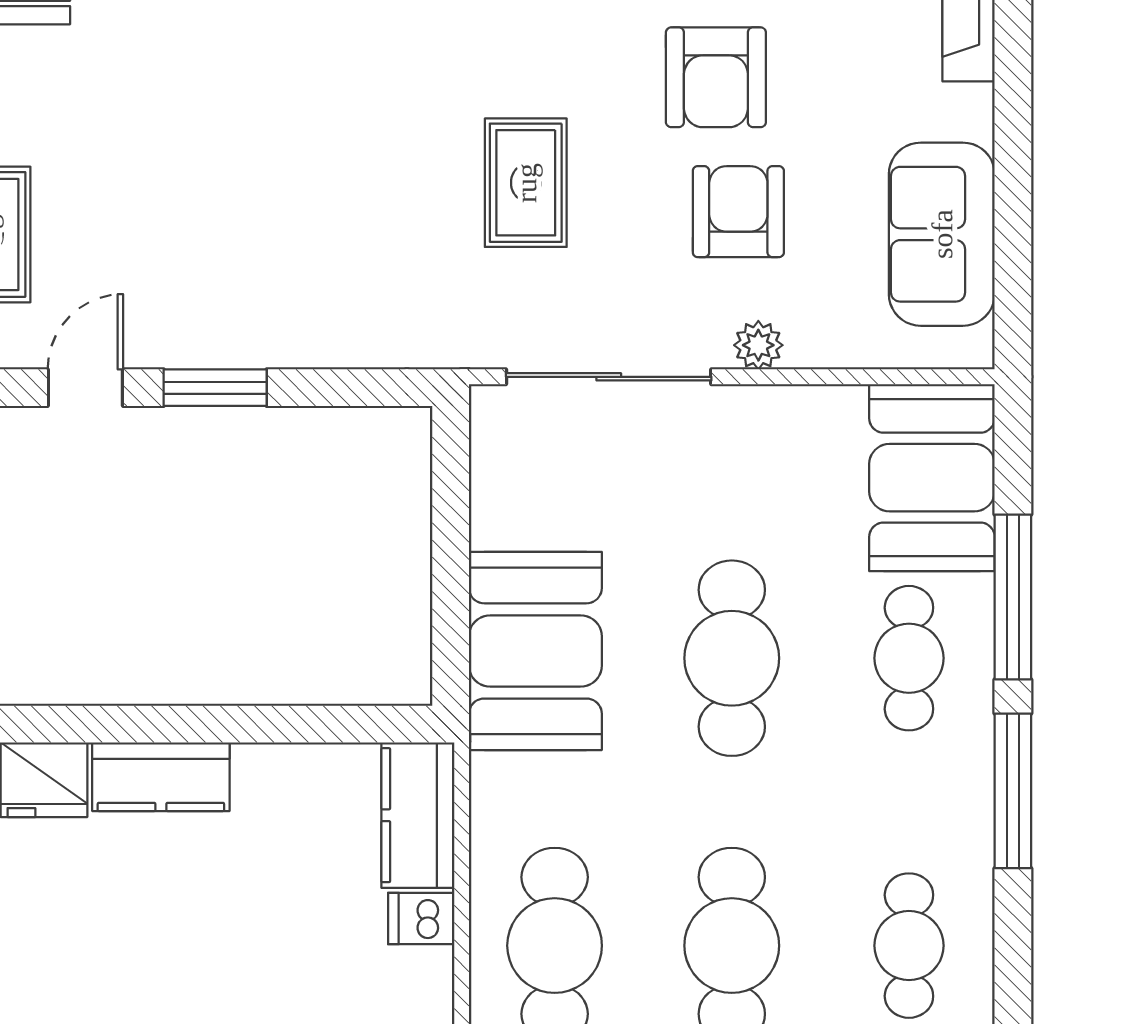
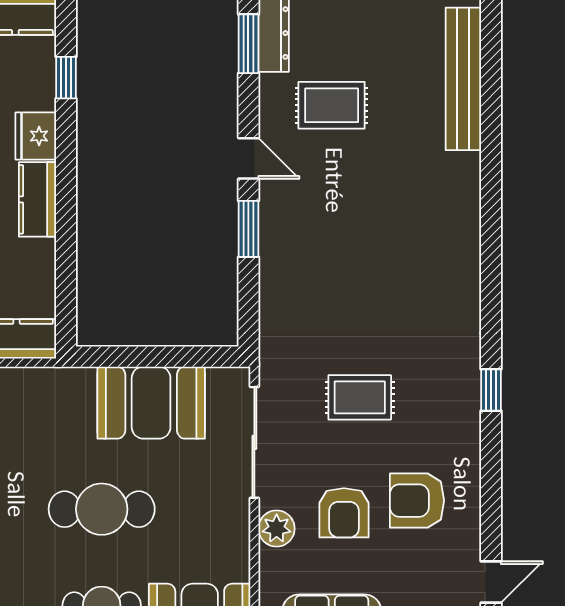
armchair: (738, 212) -> (344, 513), turned 90
plant: (758, 345) -> (277, 529), width x1.38, depth x1.38
booth: (535, 651) -> (151, 403), moved

